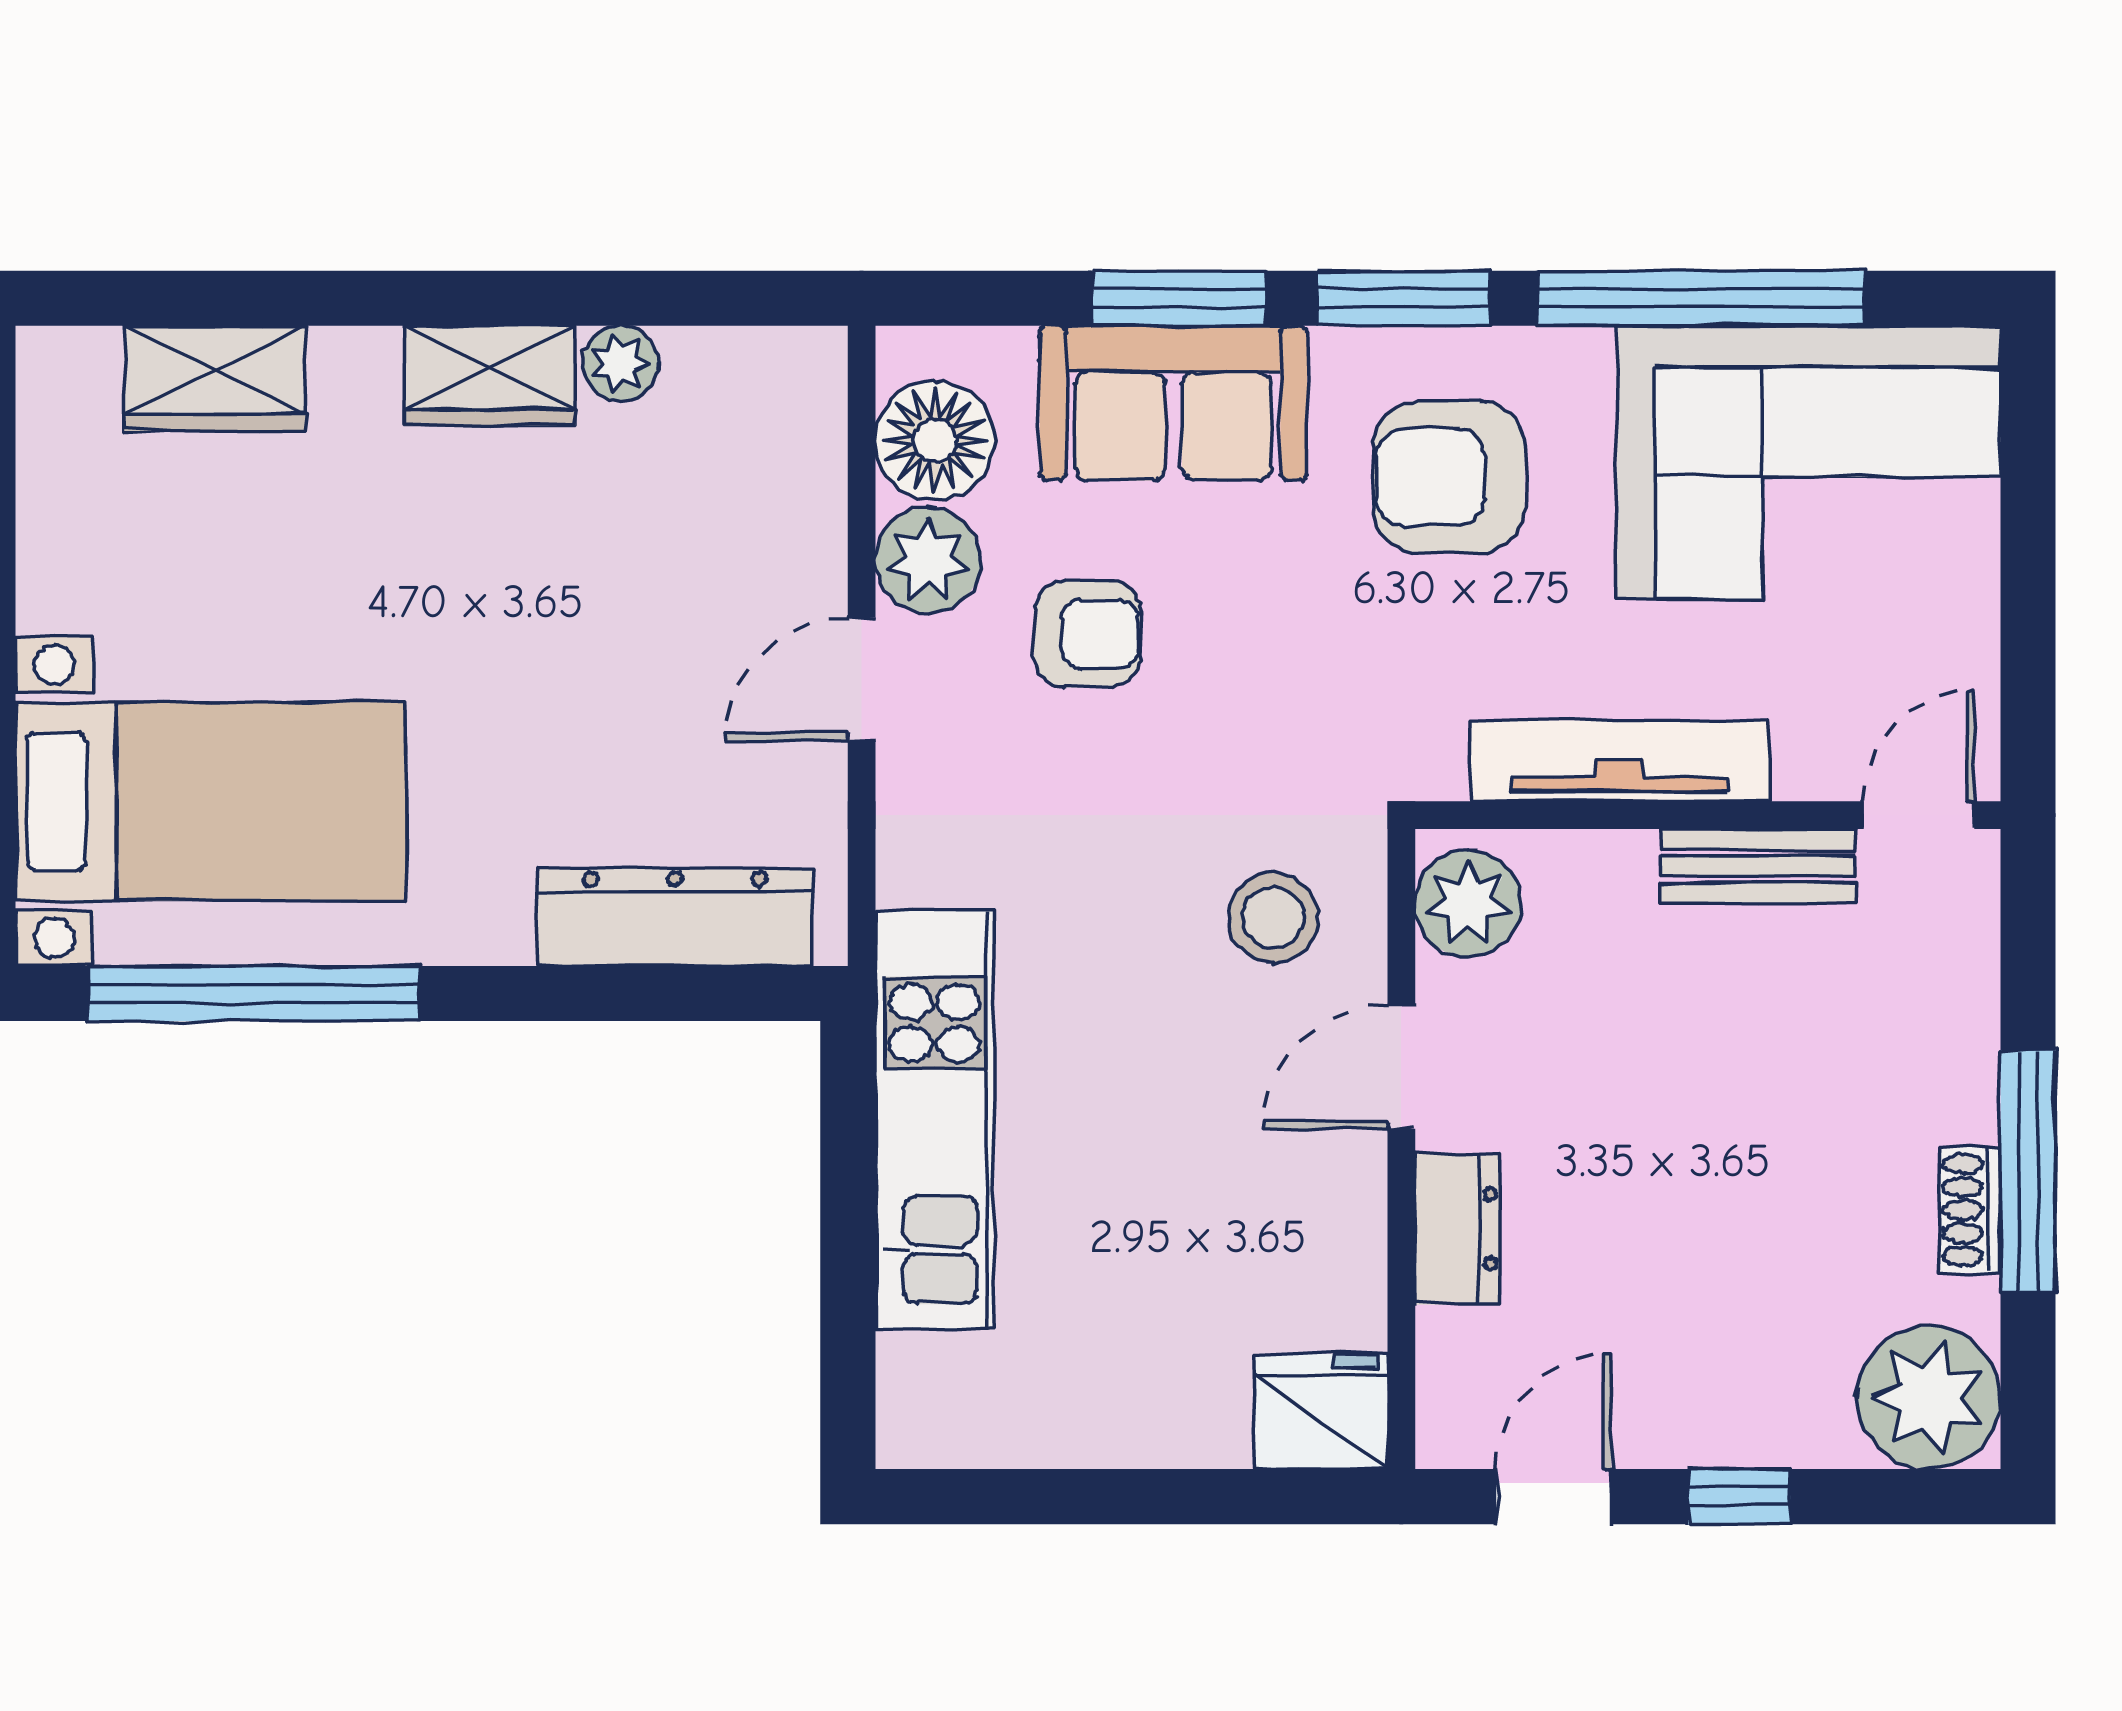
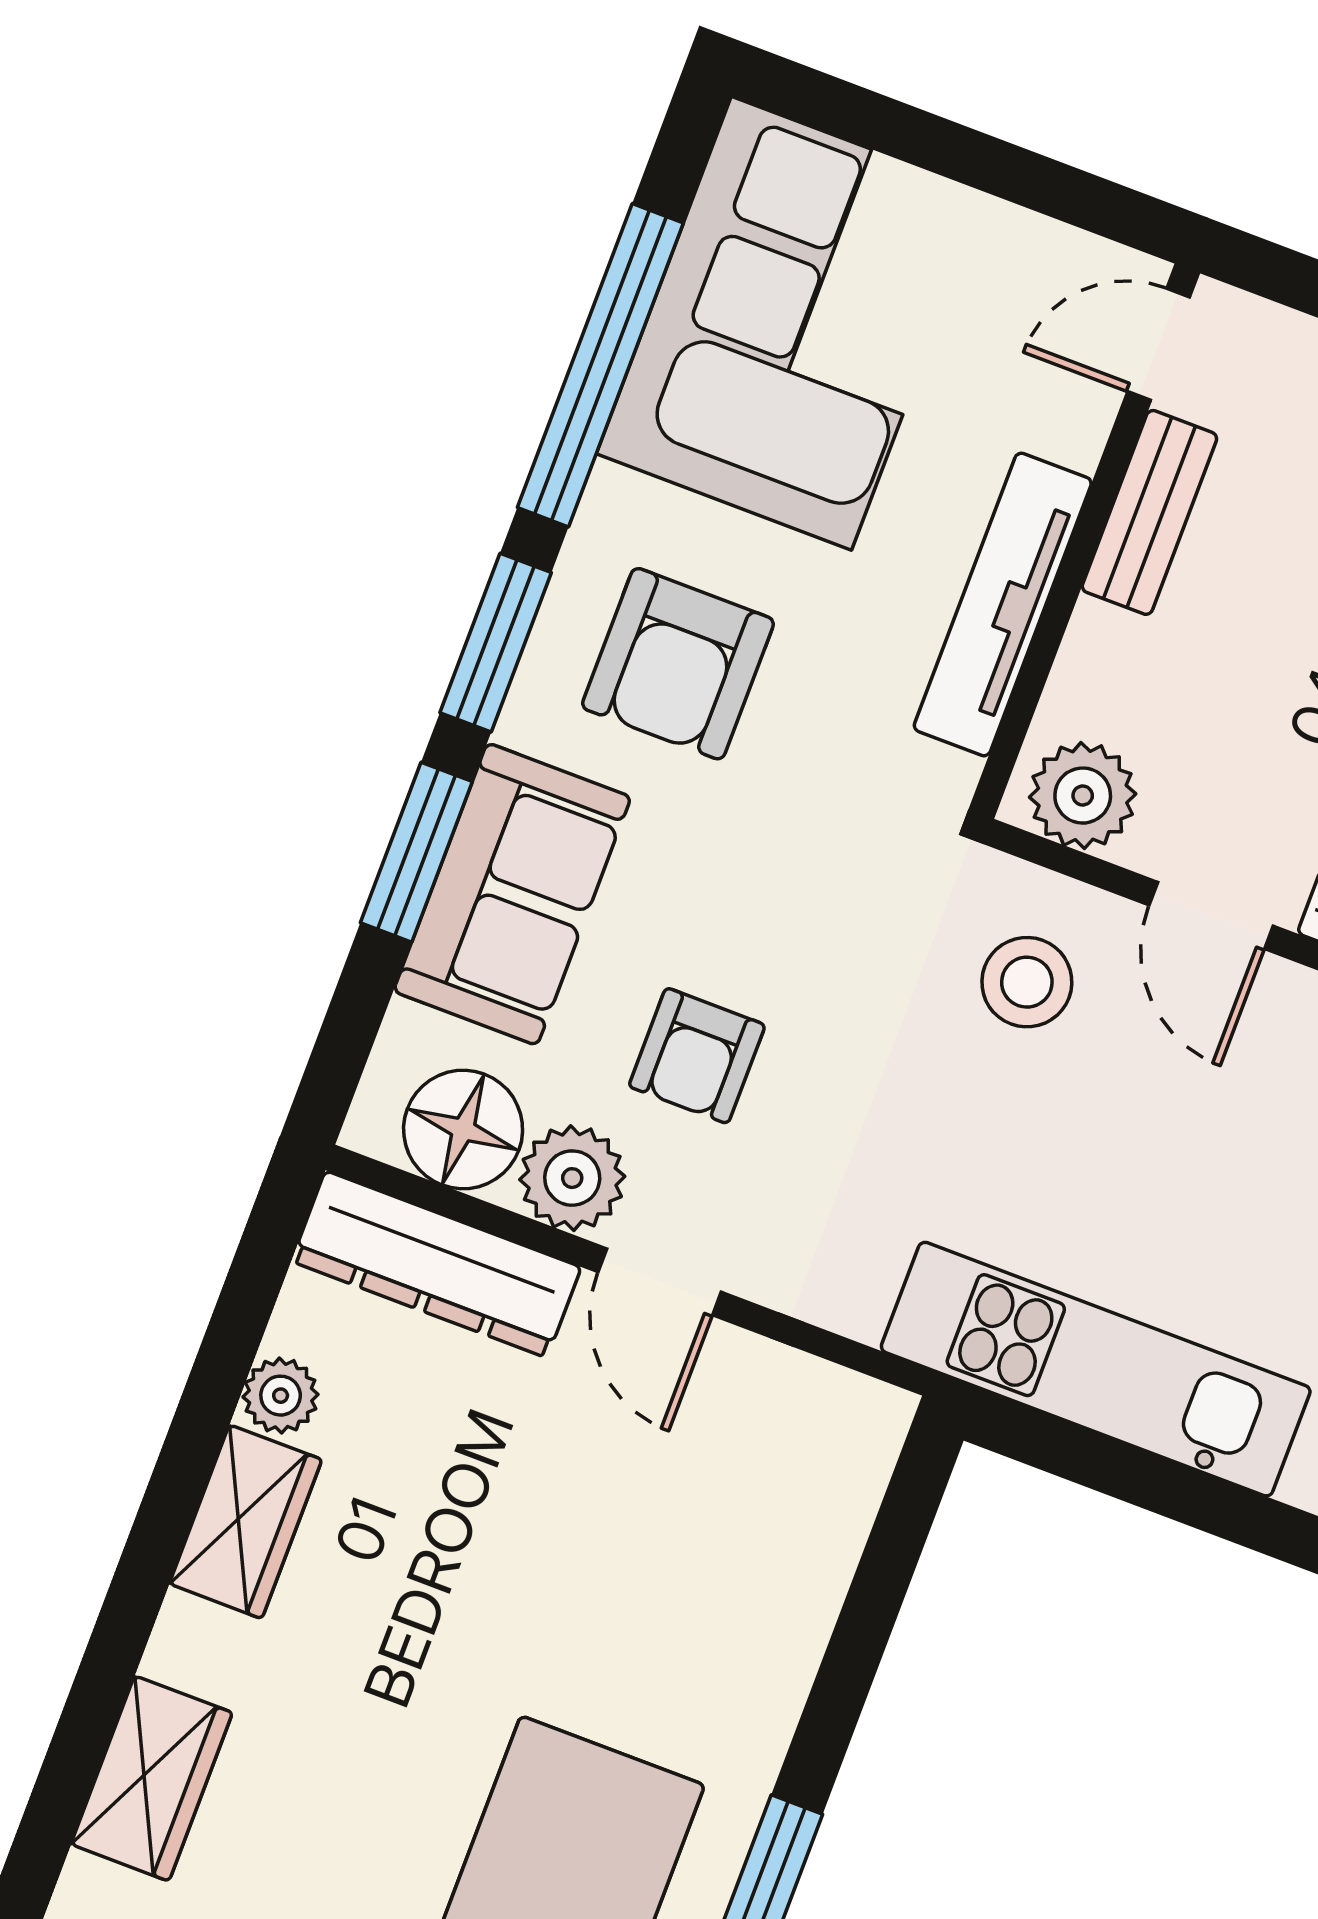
armchair: (1087, 634) -> (697, 1056), turned 180
door: (1919, 815) -> (1159, 344), hinge flipped
dresser: (675, 917) -> (436, 1264), moved, turned -90

